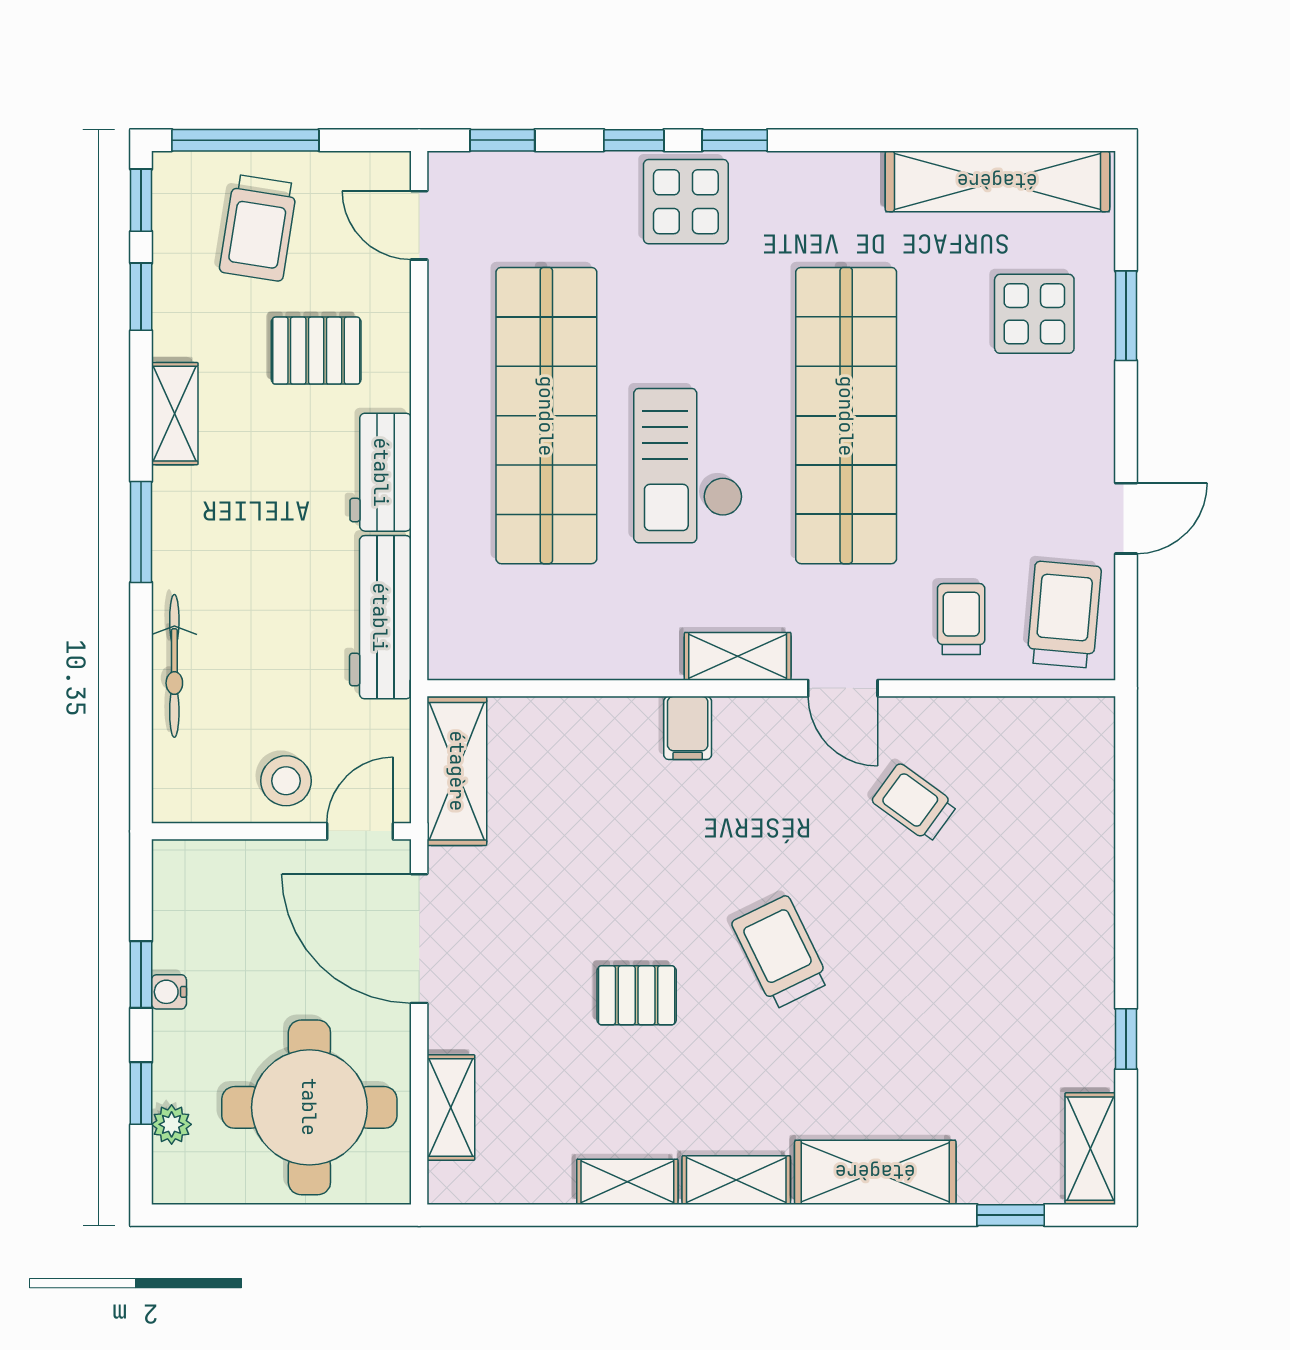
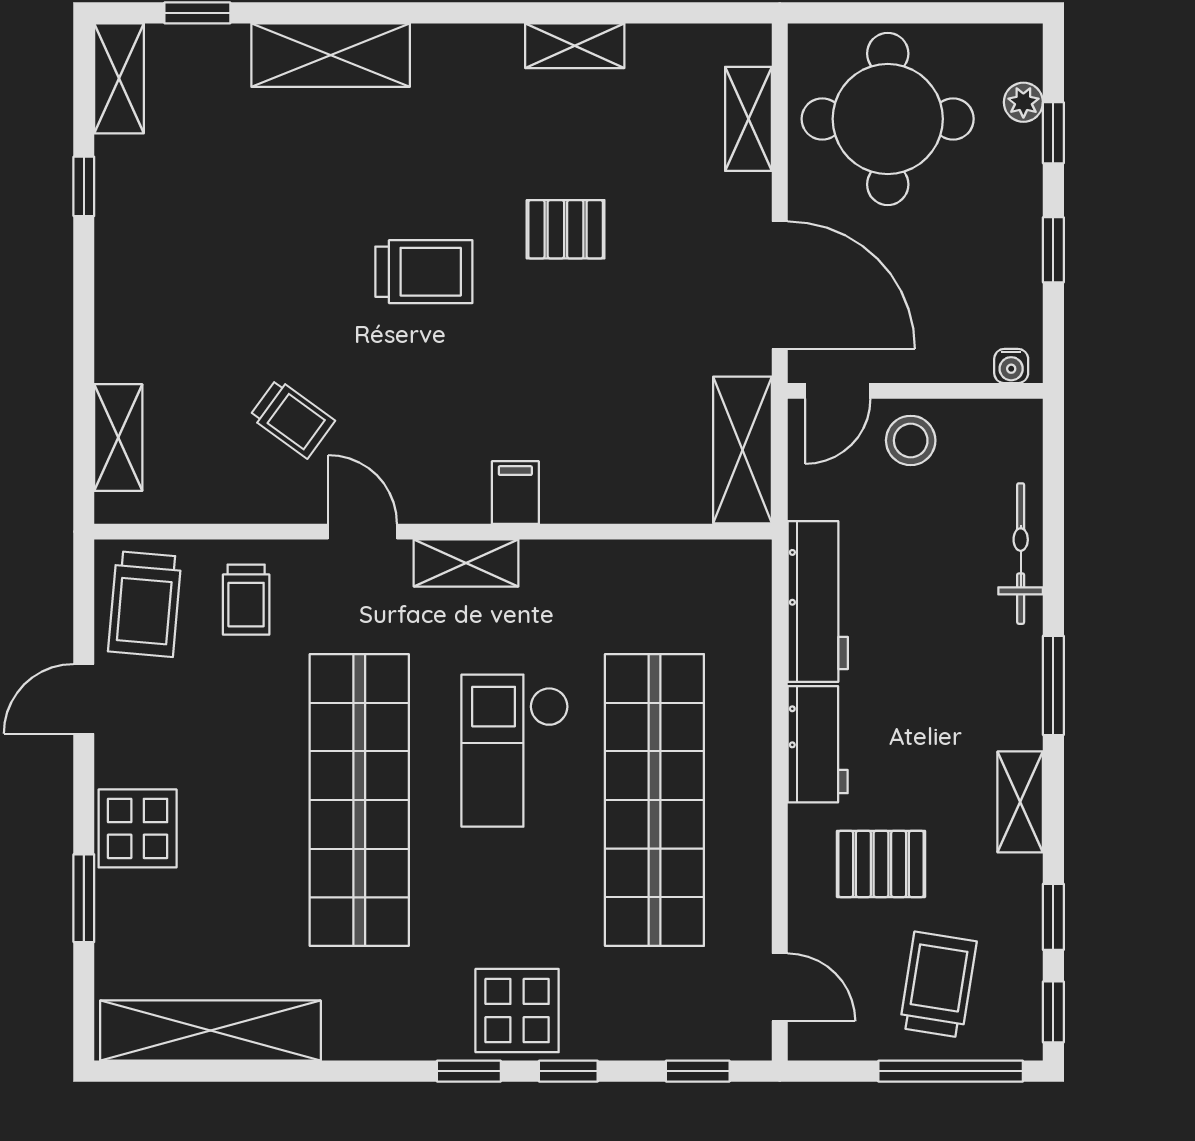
display table: (1034, 314) -> (138, 828), moved
checkout: (688, 466) -> (515, 751), turned 180
trolley: (781, 952) -> (424, 272), turned -64
water cooler: (169, 992) -> (1011, 366), moved, turned 90
shelving: (736, 1180) -> (118, 438), moved, turned 90

